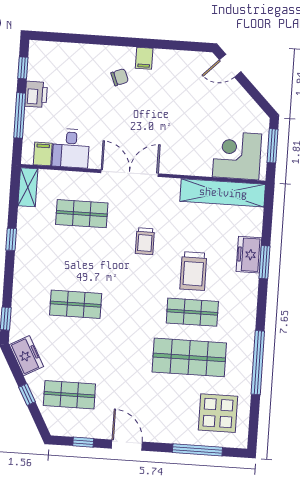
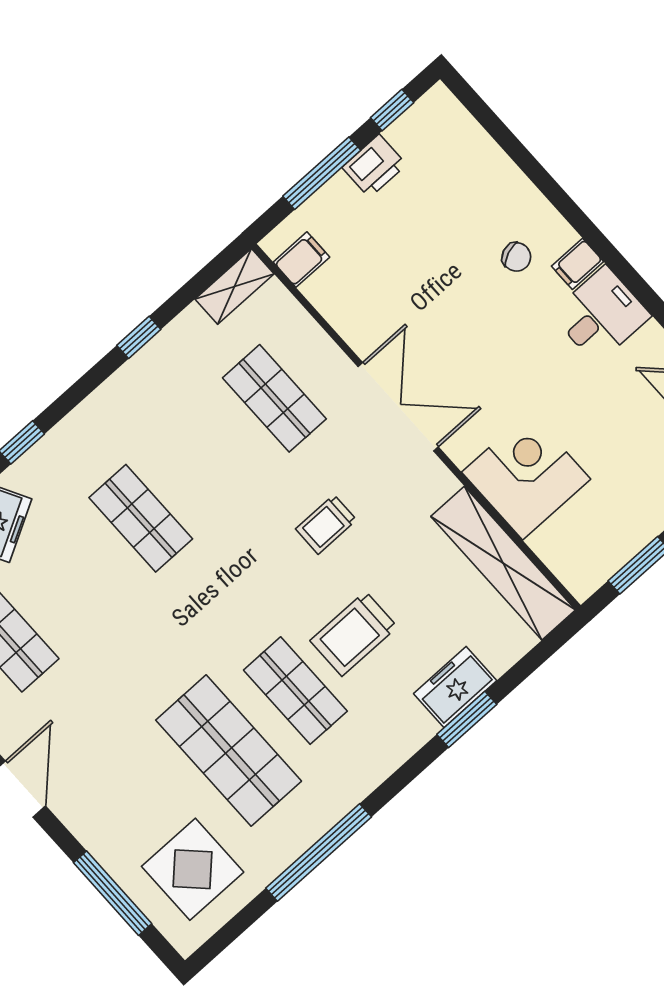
desk: (71, 148) -> (601, 315), moved, turned 180
corner desk: (237, 155) -> (526, 476), moved

